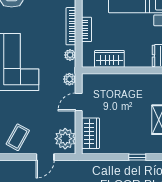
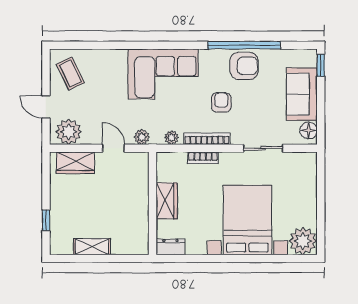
armchair: (41, 14) -> (221, 102), added
wardrobe: (109, 59) -> (167, 201), moved
coffee table: (18, 137) -> (70, 73), turned 35

